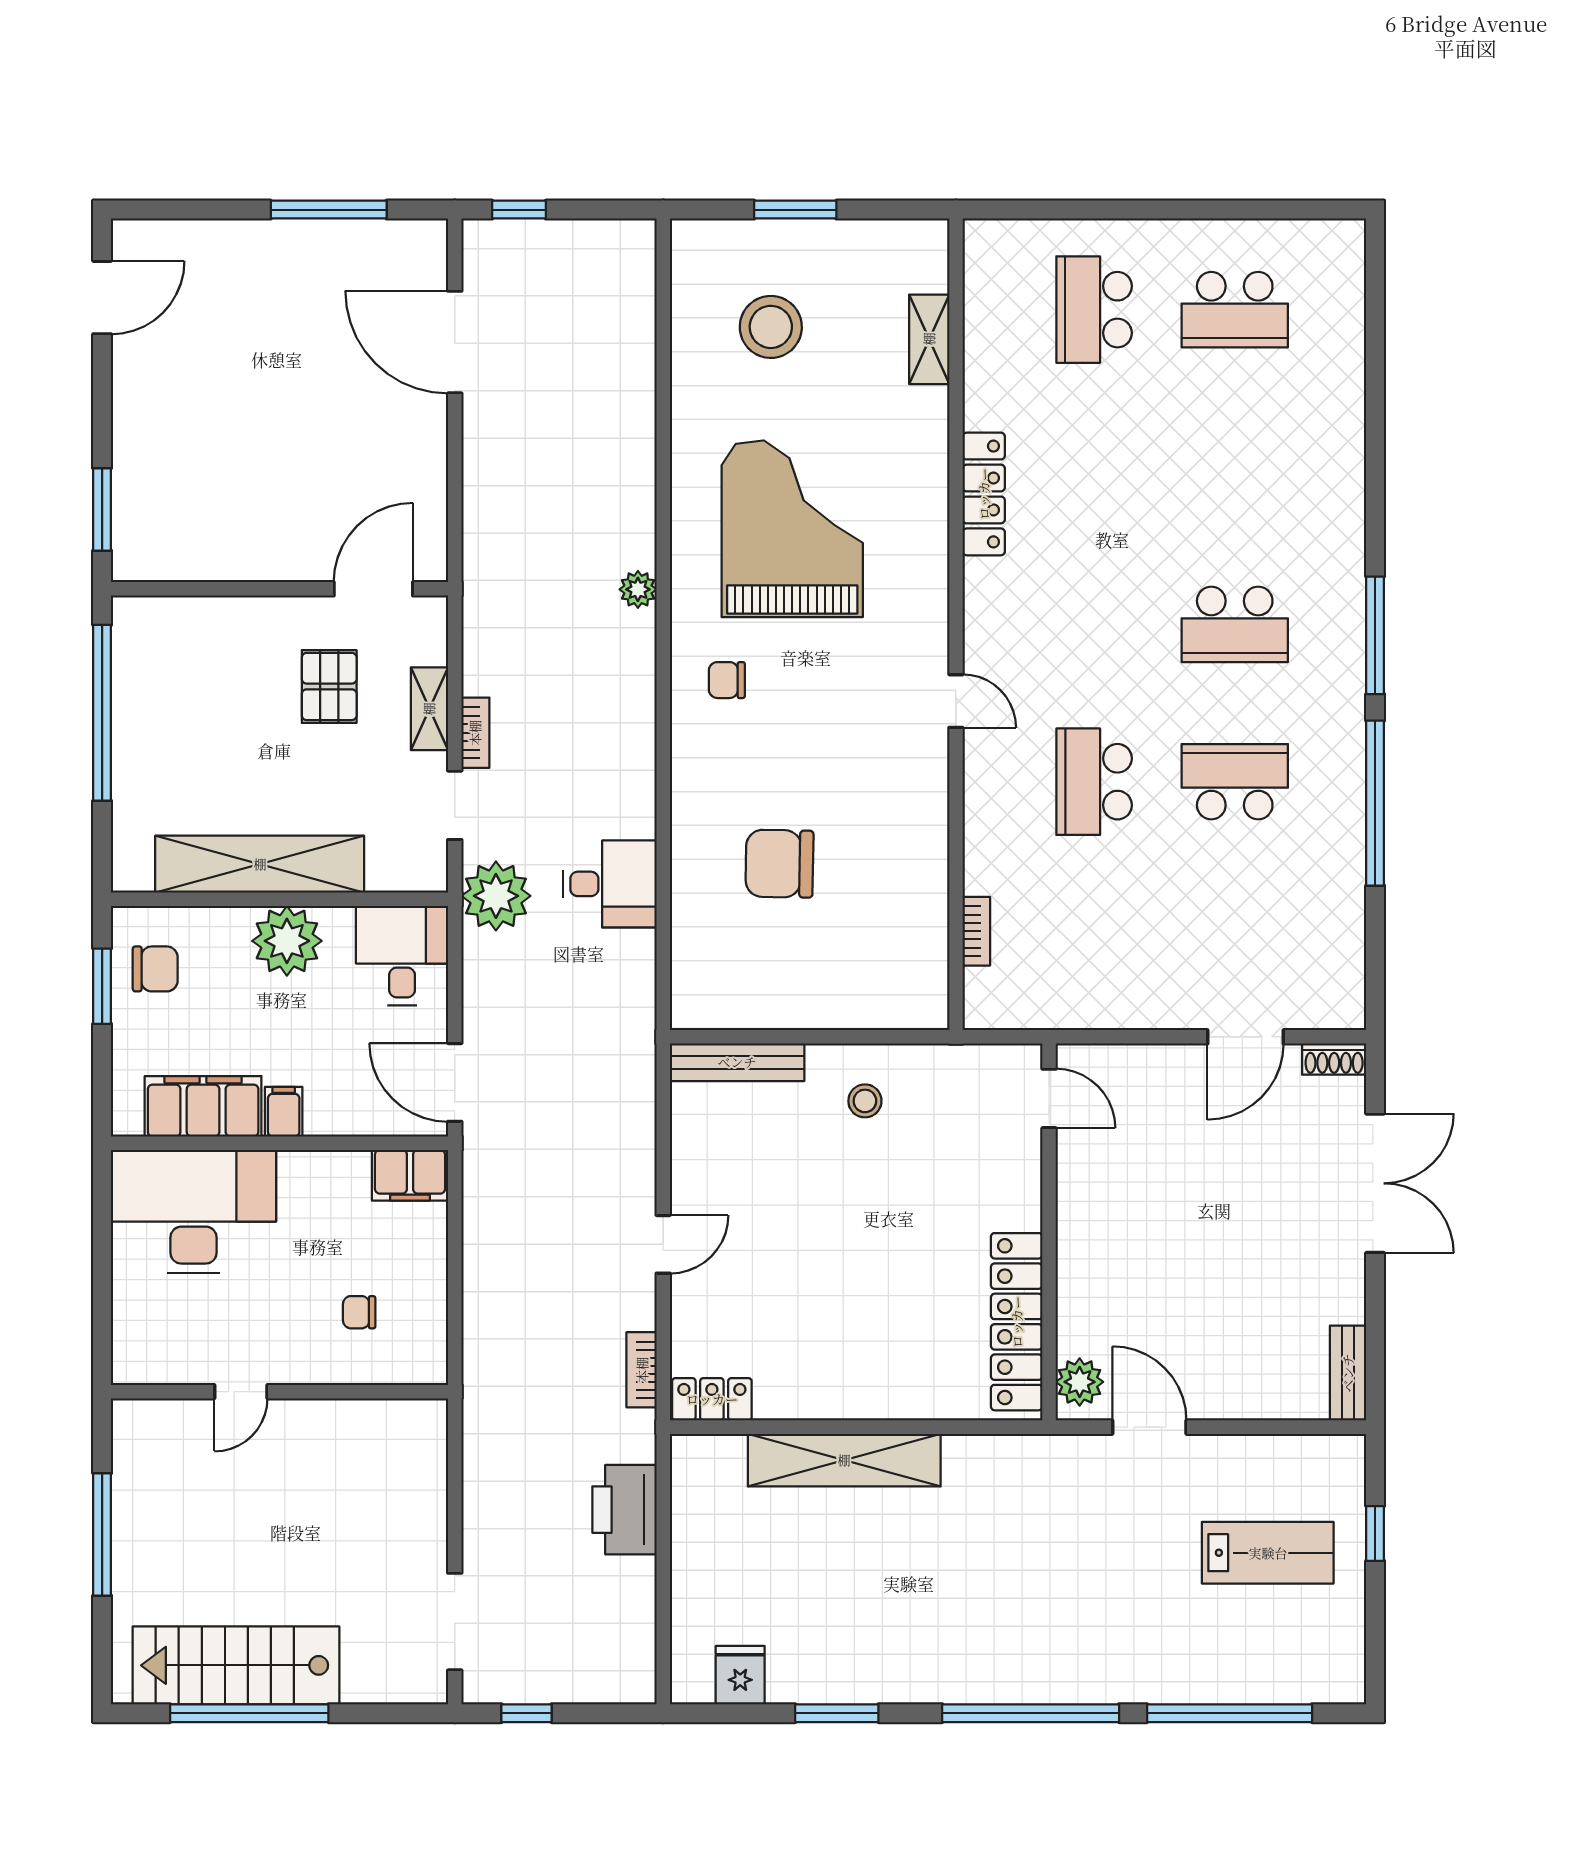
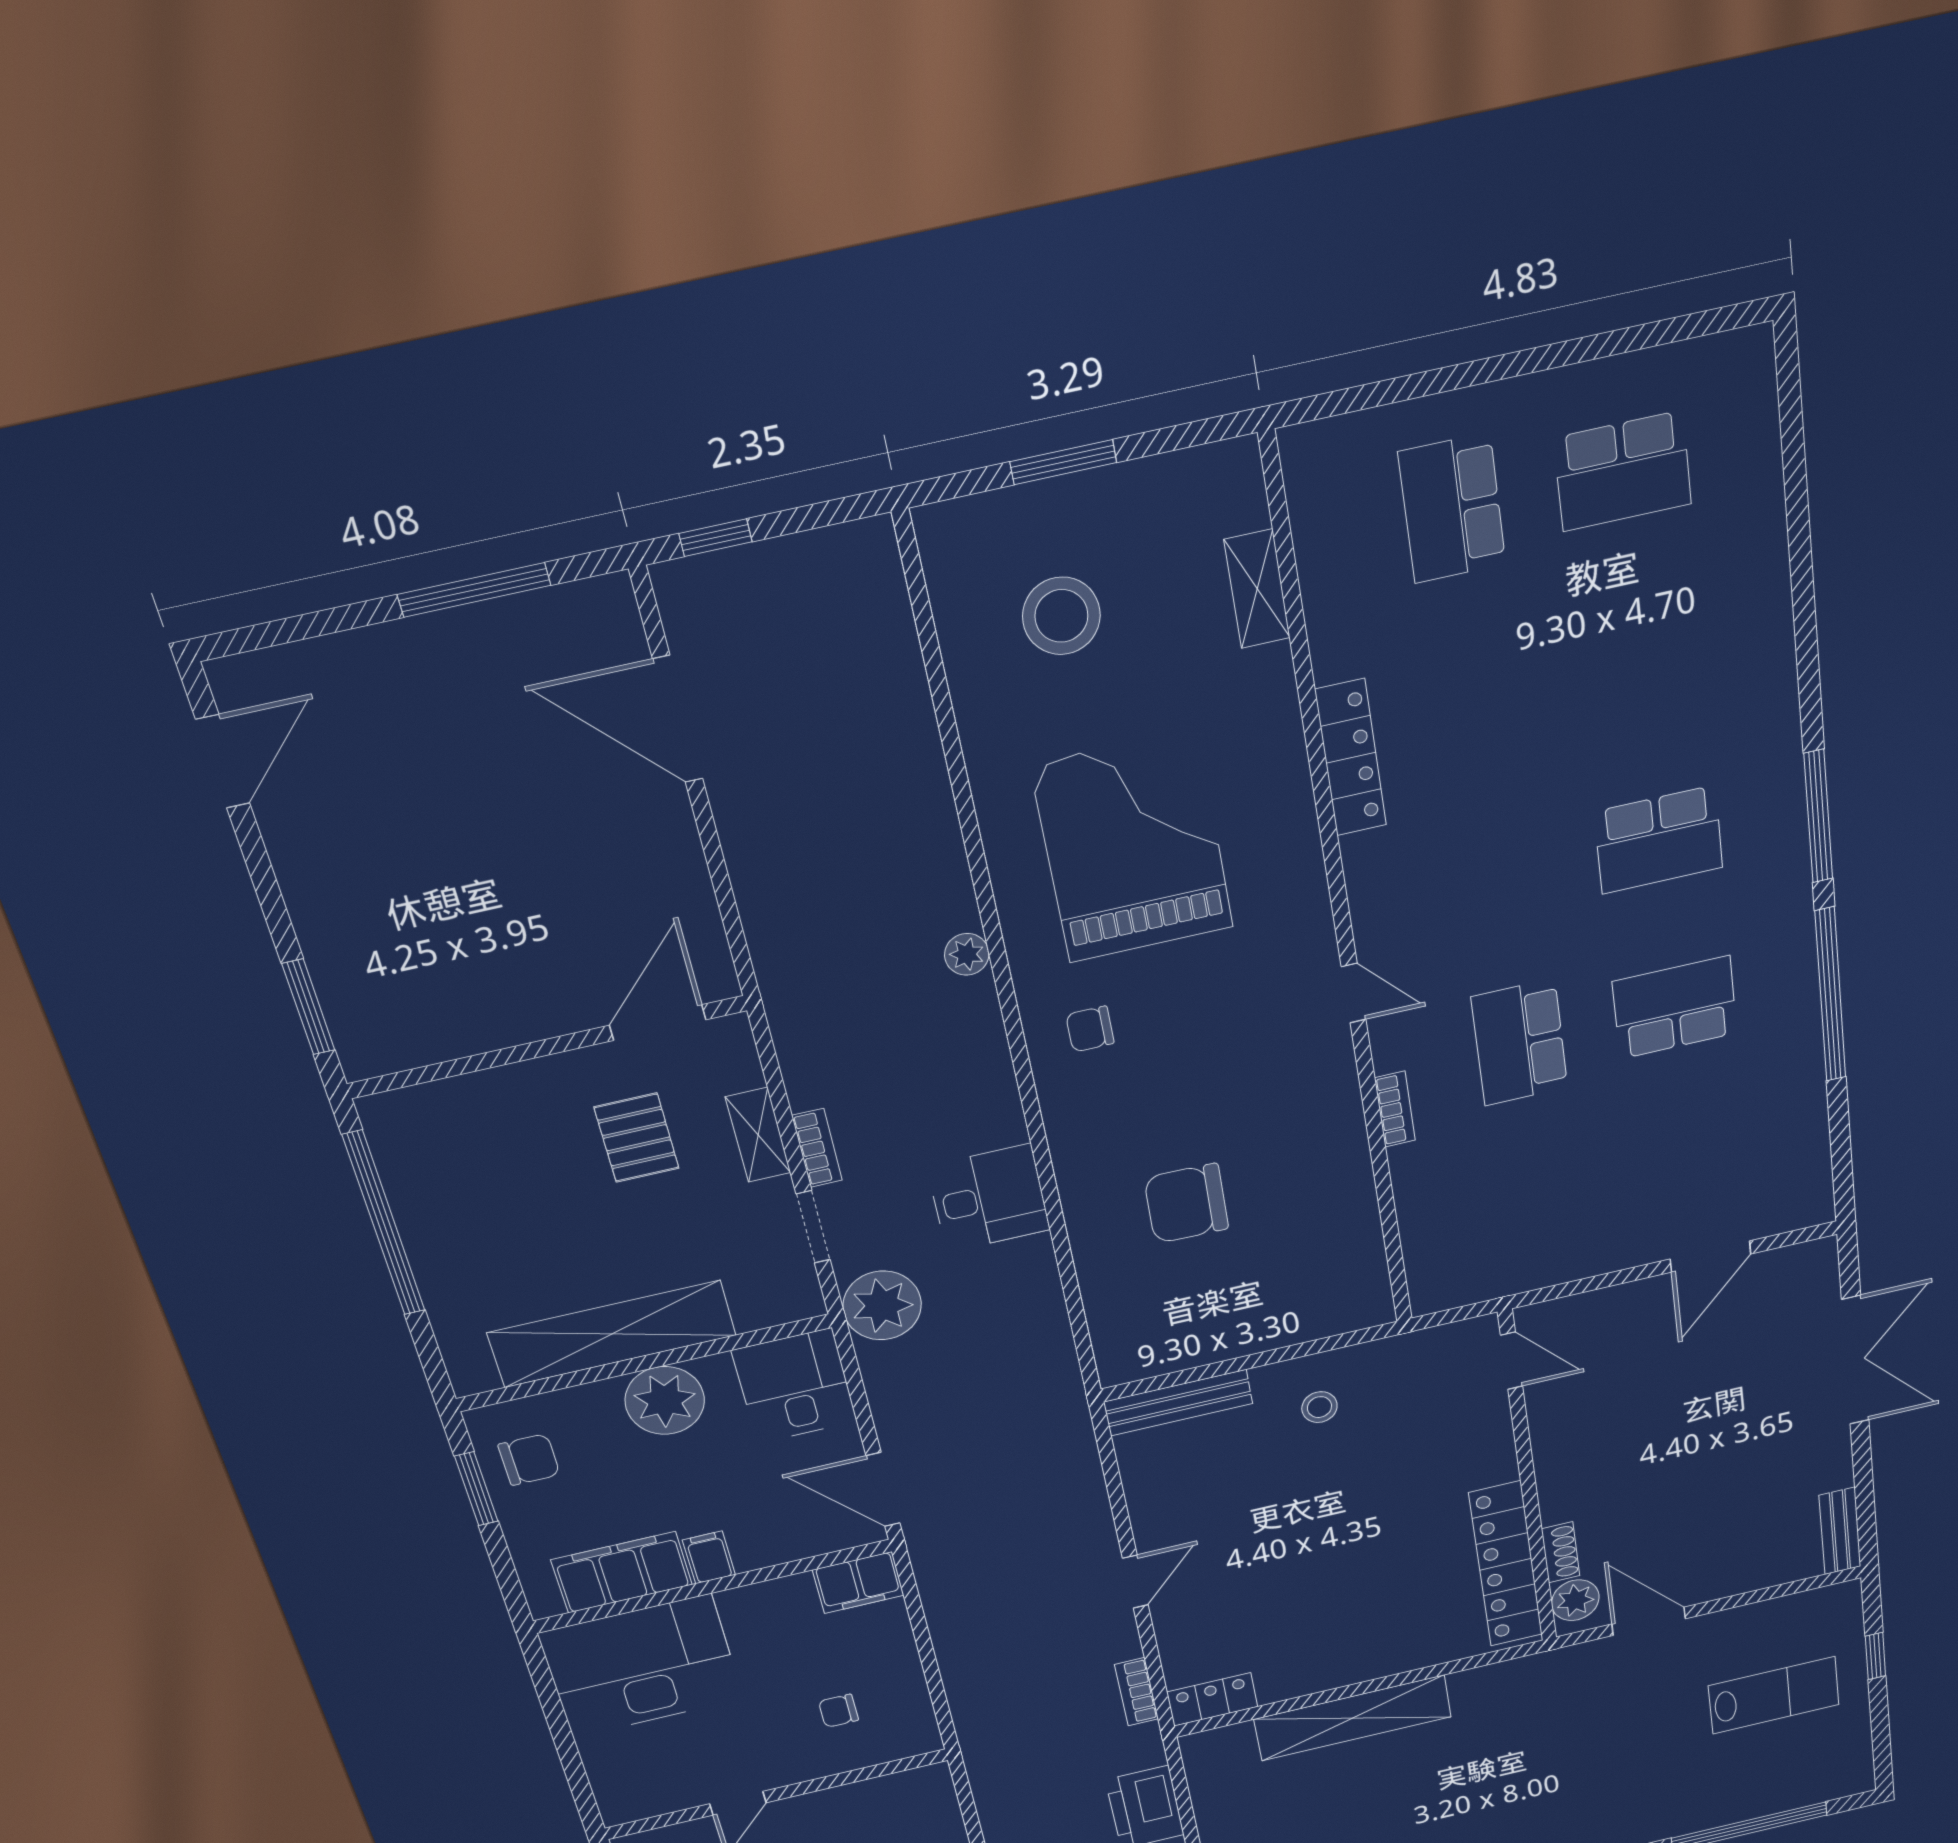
desk: (610, 884) -> (989, 1198), moved
bookcase: (976, 931) -> (1395, 1109), moved
shoe rack: (1334, 1059) -> (1561, 1552), moved, turned -90

